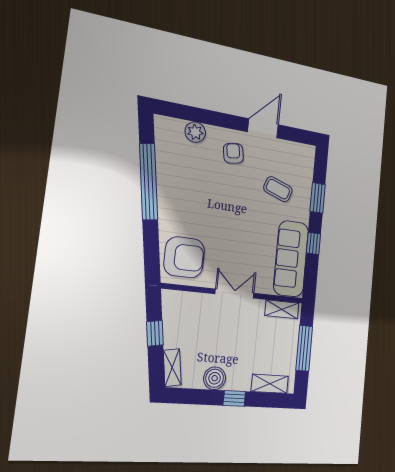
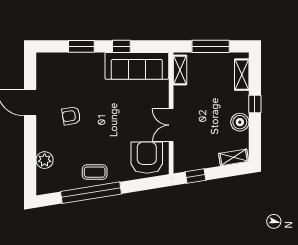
armchair: (233, 153) -> (71, 116), moved
coffee table: (278, 189) -> (95, 172), moved, turned 71
double door: (235, 294) -> (171, 125), moved
window: (155, 333) -> (195, 176), moved

